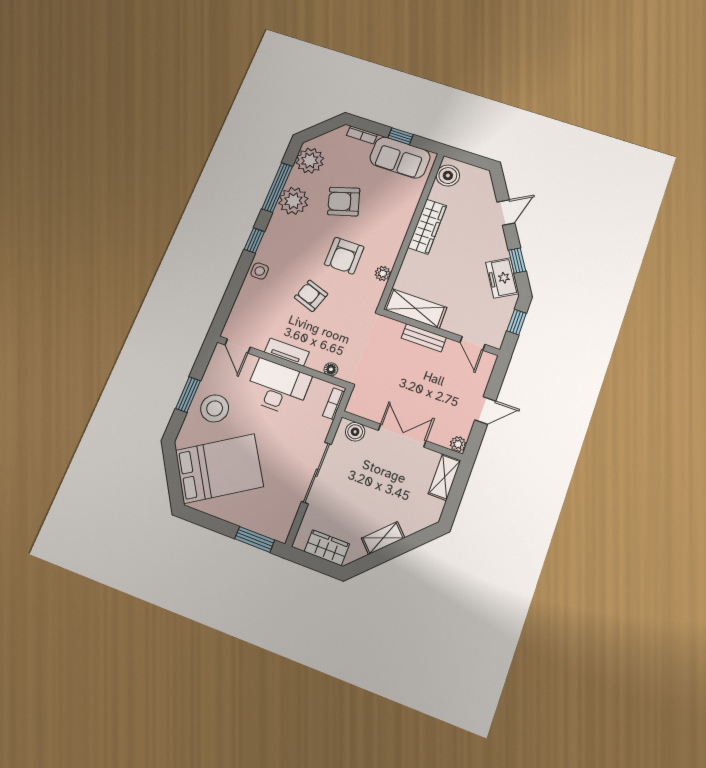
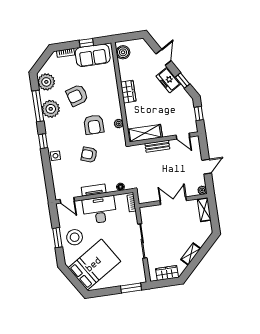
wardrobe: (427, 227) -> (128, 92), width x0.67
freezer: (502, 278) -> (168, 80), moved
boiler: (355, 432) -> (150, 211), removed

